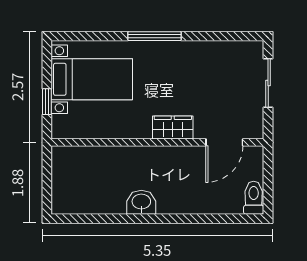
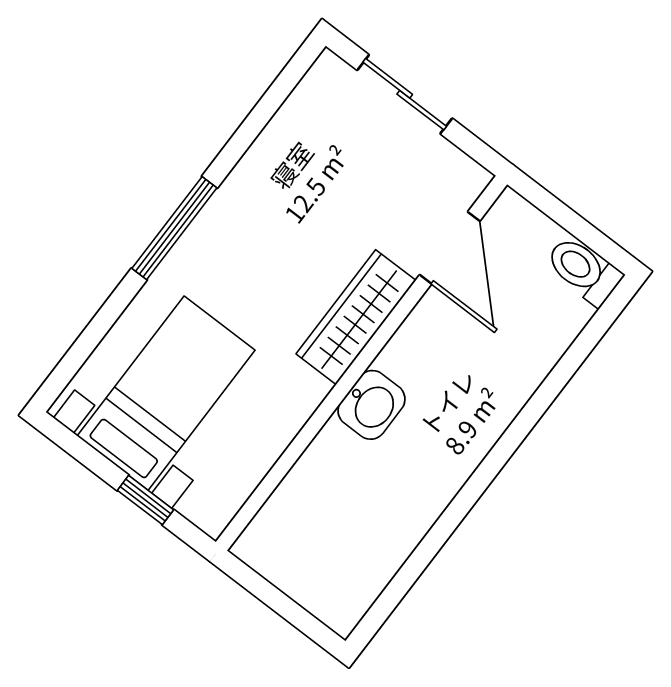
wardrobe: (173, 128) -> (356, 317), width x1.50
washbasin: (141, 202) -> (371, 405), moved, turned 180

